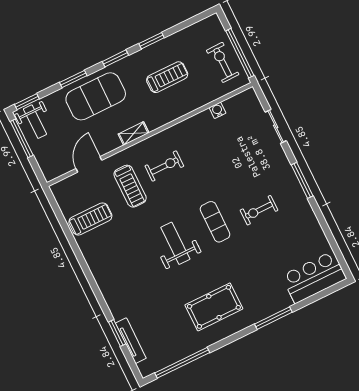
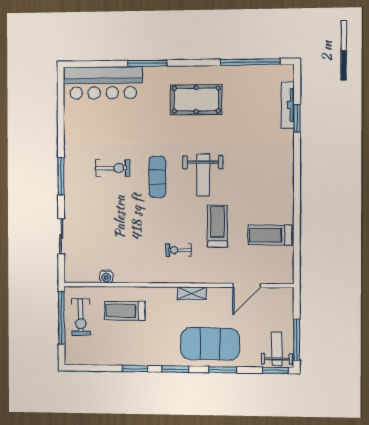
treadmill: (167, 77) -> (125, 311), moved
exercise bike: (164, 166) -> (179, 250), width x0.73, depth x0.72
treadmill: (130, 186) -> (217, 226), moved
bar counter: (314, 277) -> (103, 83), width x1.36

